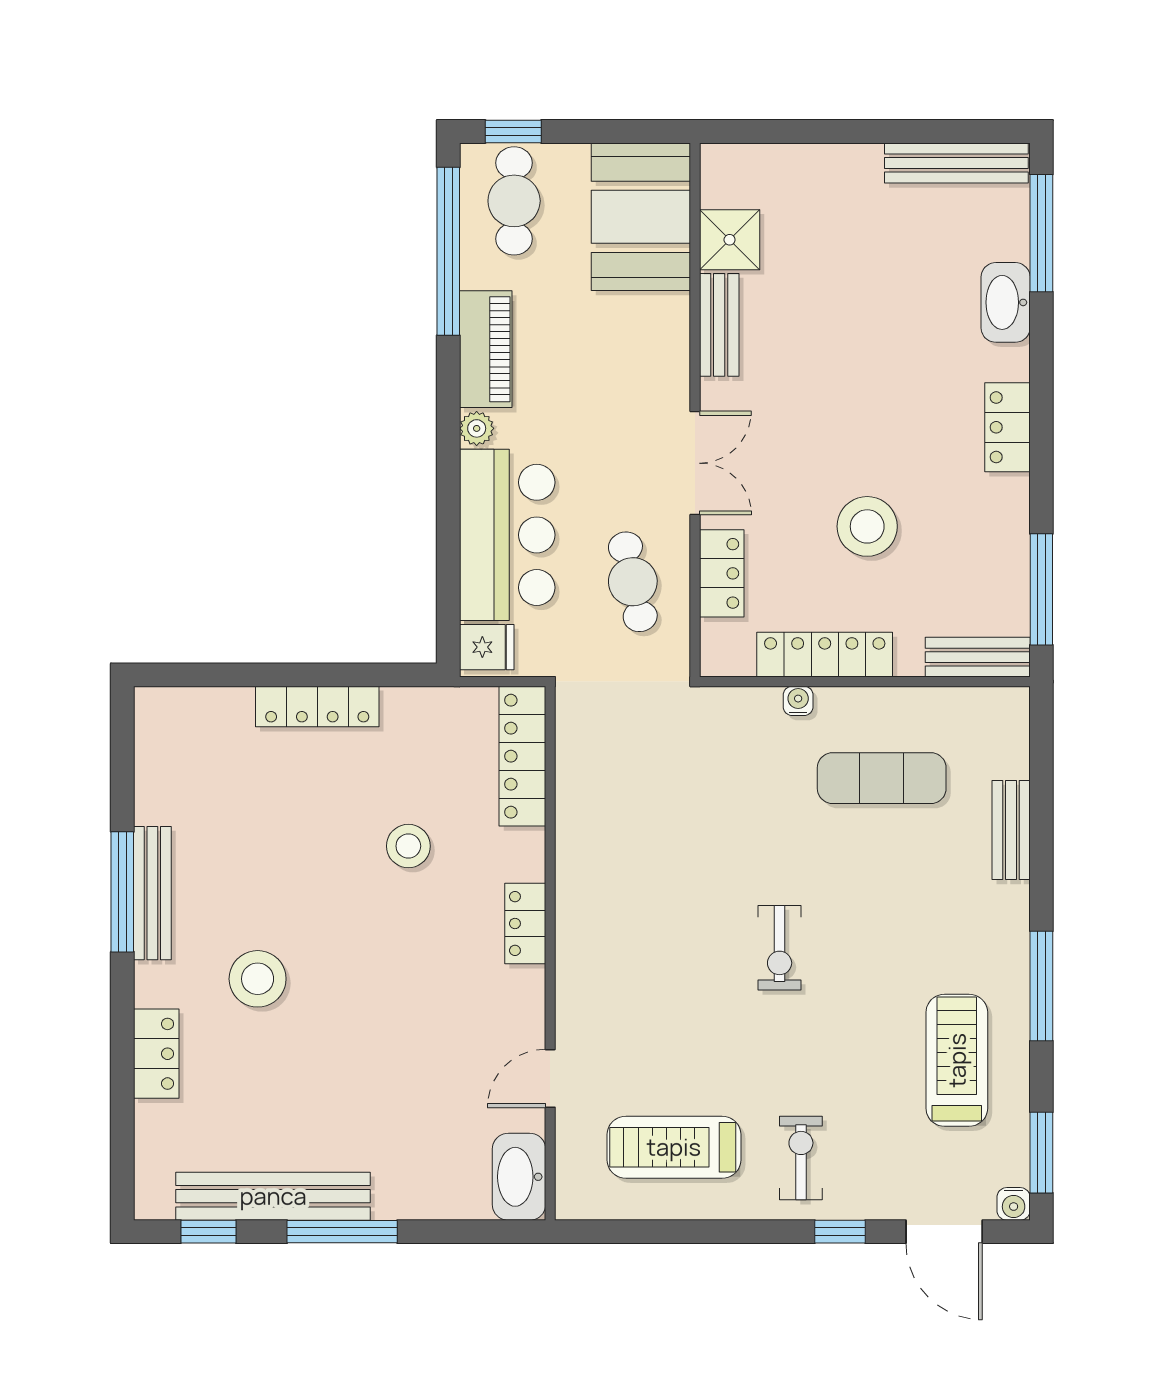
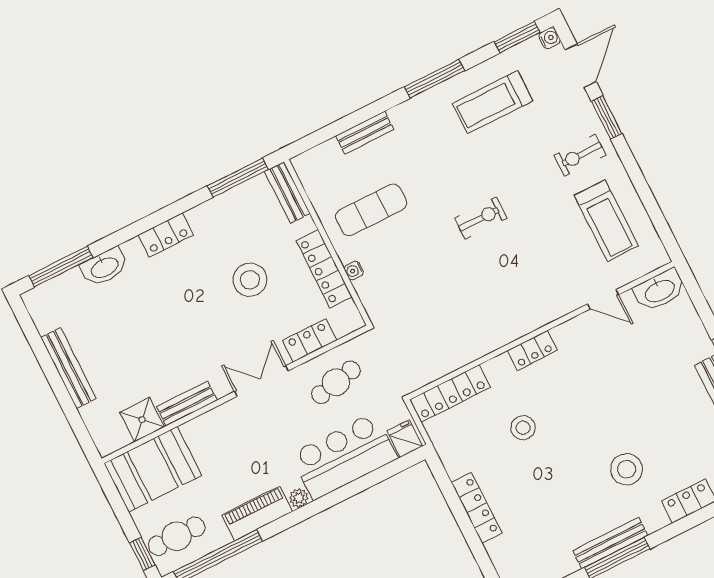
bench: (956, 163) -> (68, 368), moved
exercise mat: (882, 778) -> (371, 210), turned 90
window: (840, 1232) -> (607, 117), width x1.50

